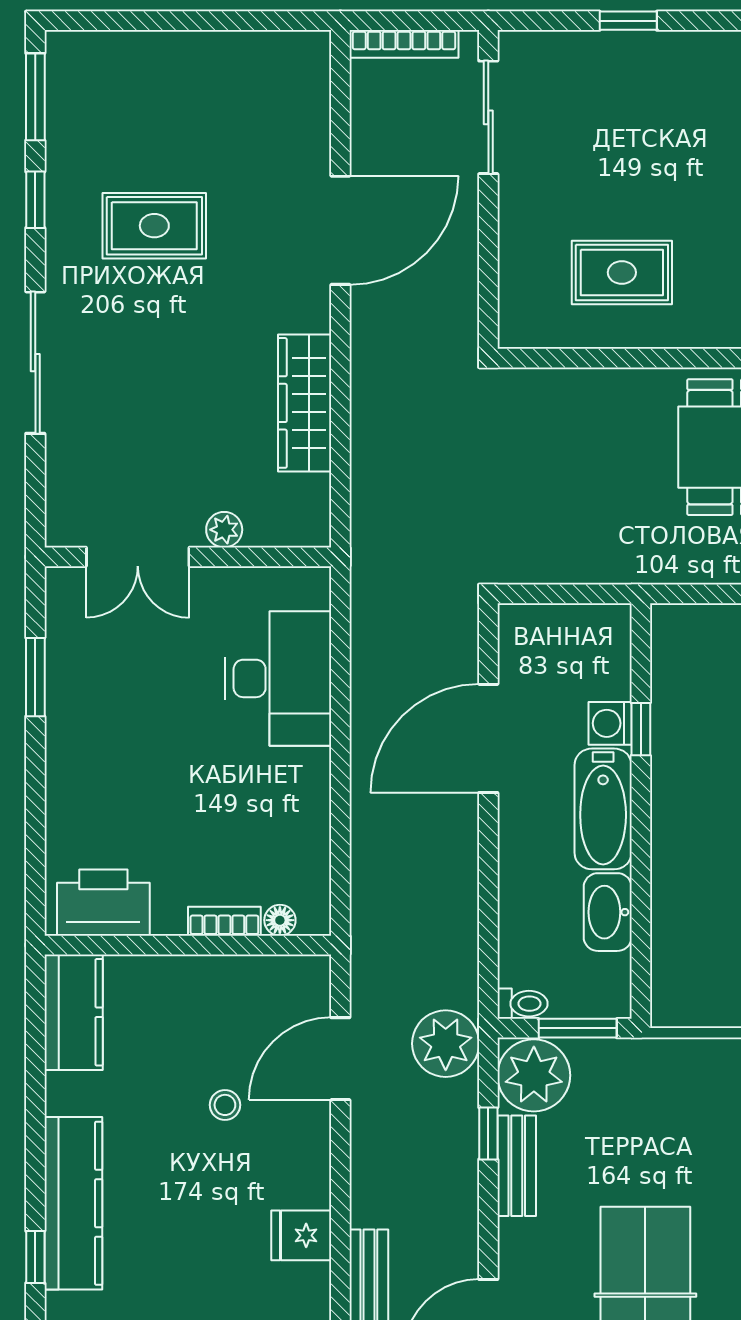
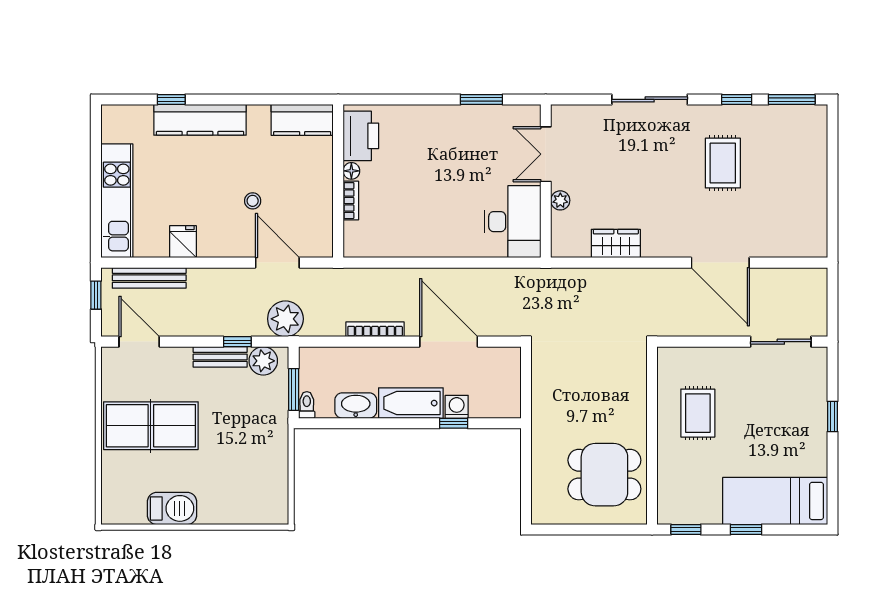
bookcase: (404, 44) -> (375, 329), moved, turned 90
wardrobe: (305, 403) -> (616, 243), width x0.67
desk: (278, 678) -> (512, 222), moved, turned -90
floor lamp: (280, 920) -> (351, 171), moved
toilet: (523, 1004) -> (307, 405), moved, turned 180
plant: (534, 1075) -> (263, 361), width x0.73, depth x0.73

